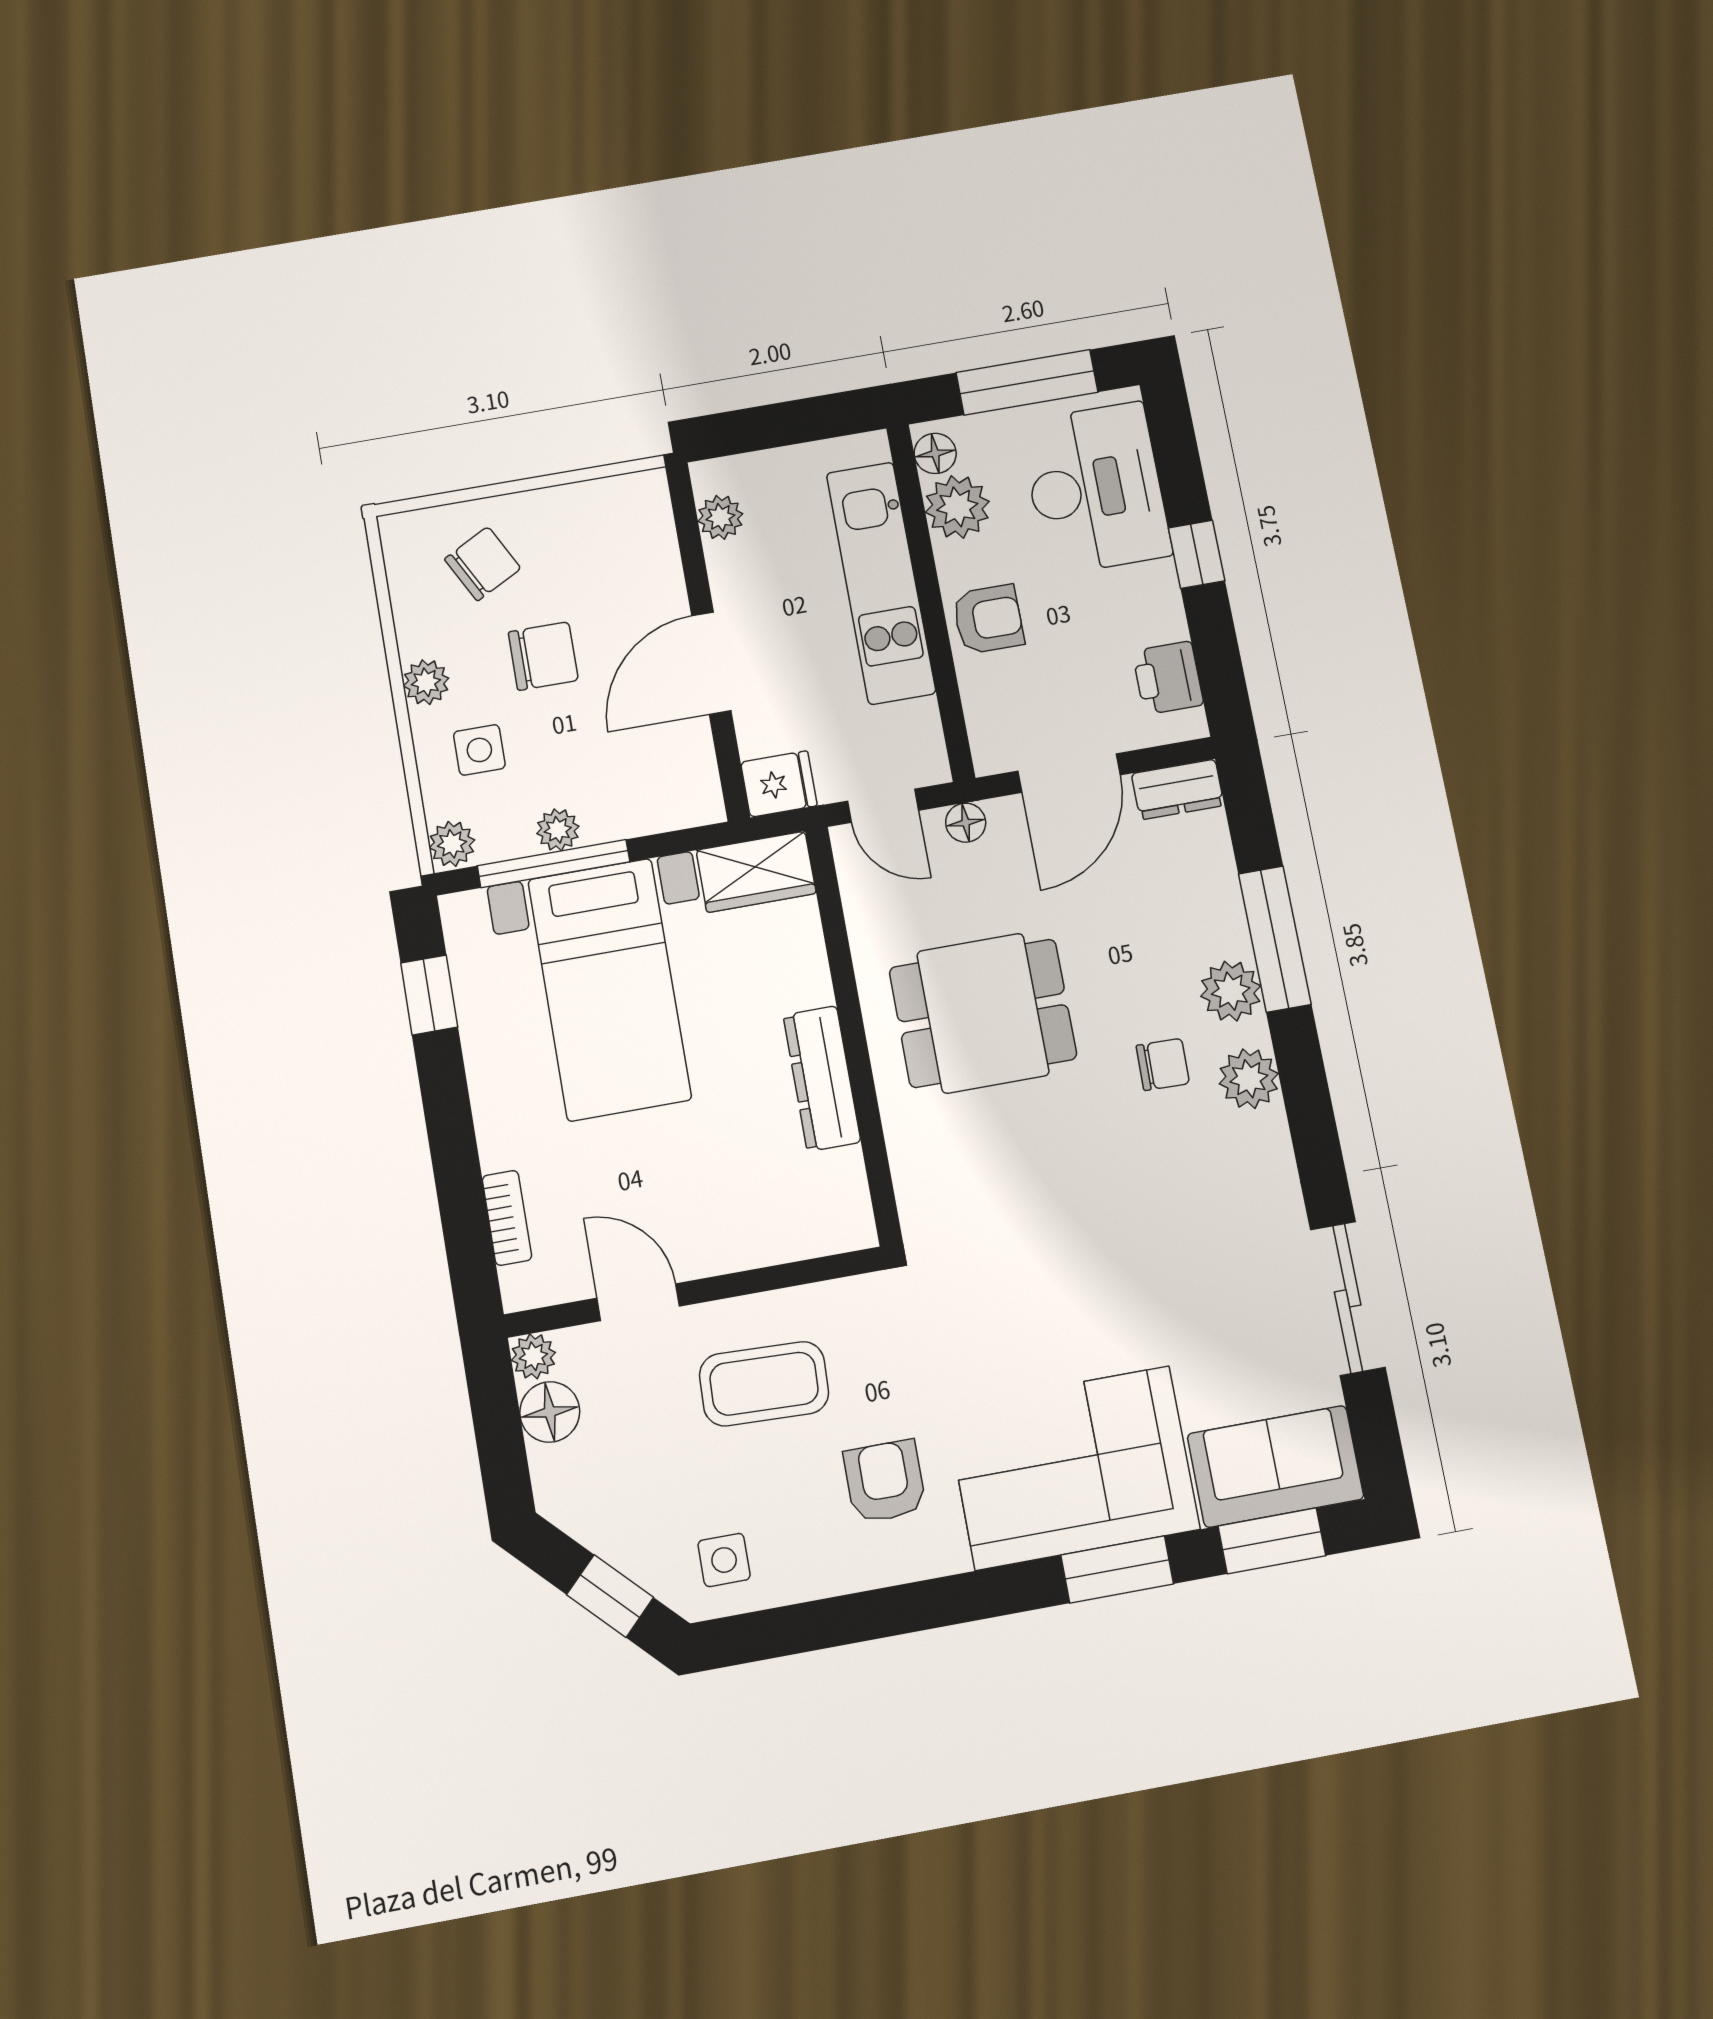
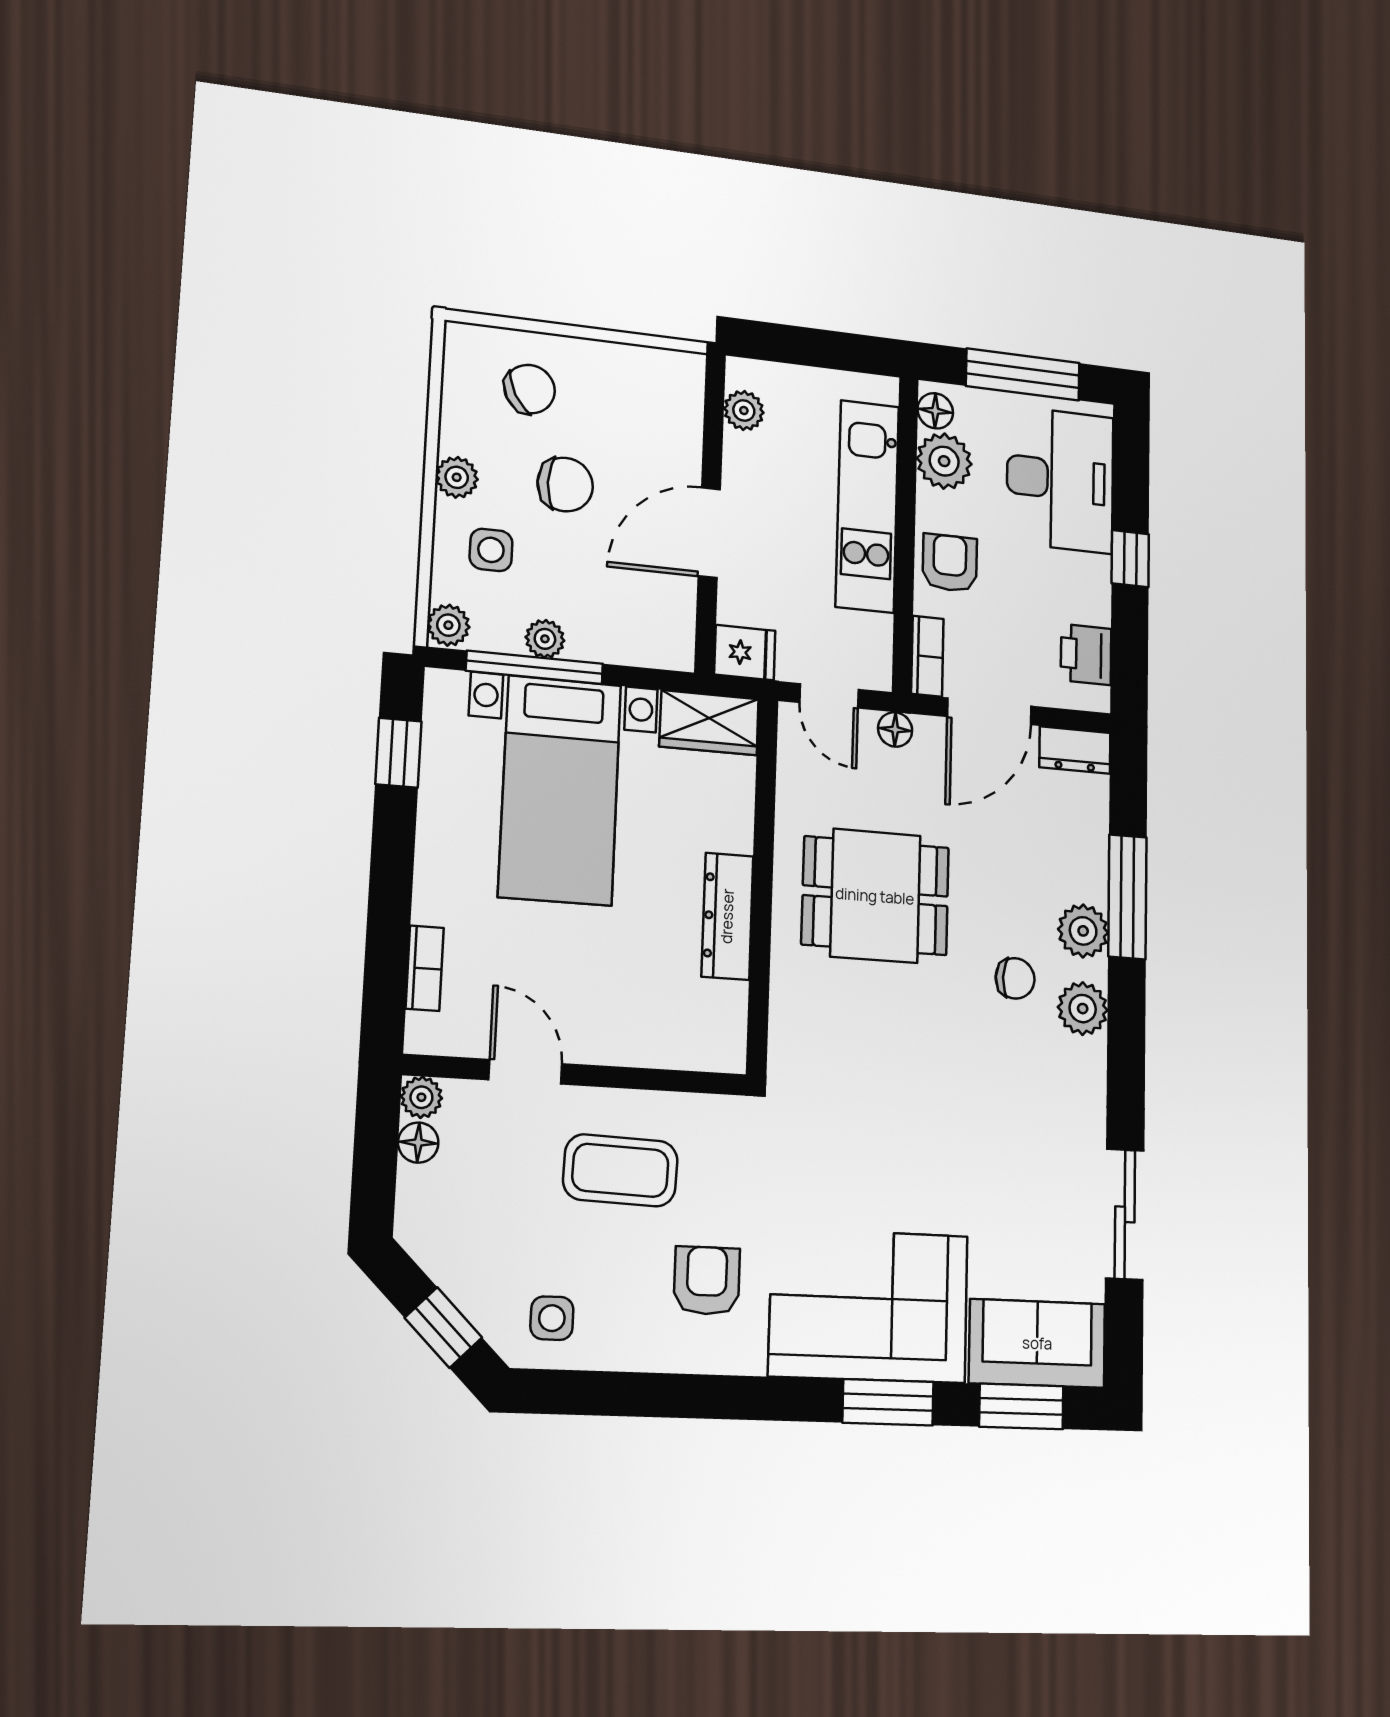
armchair: (988, 619) -> (950, 563), turned -90
bookcase: (985, 731) -> (927, 656), added
floor lamp: (550, 1412) -> (418, 1143), width x0.73, depth x0.73

